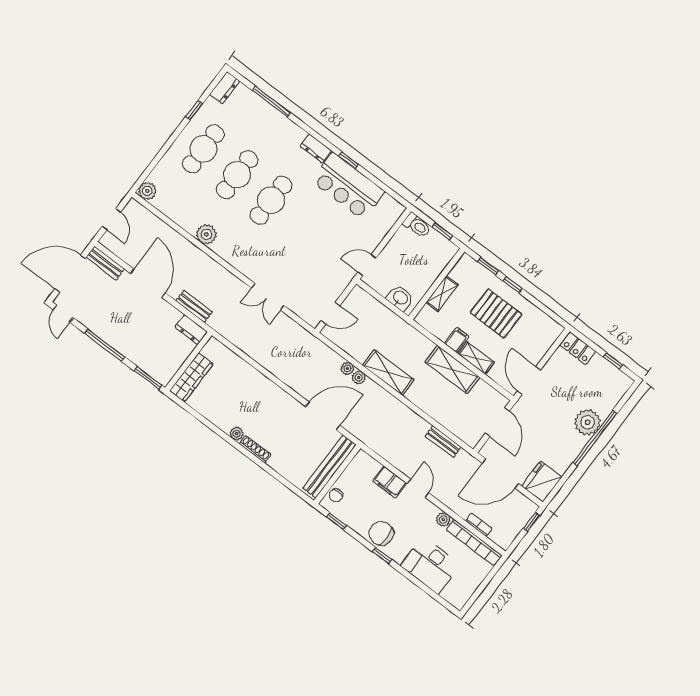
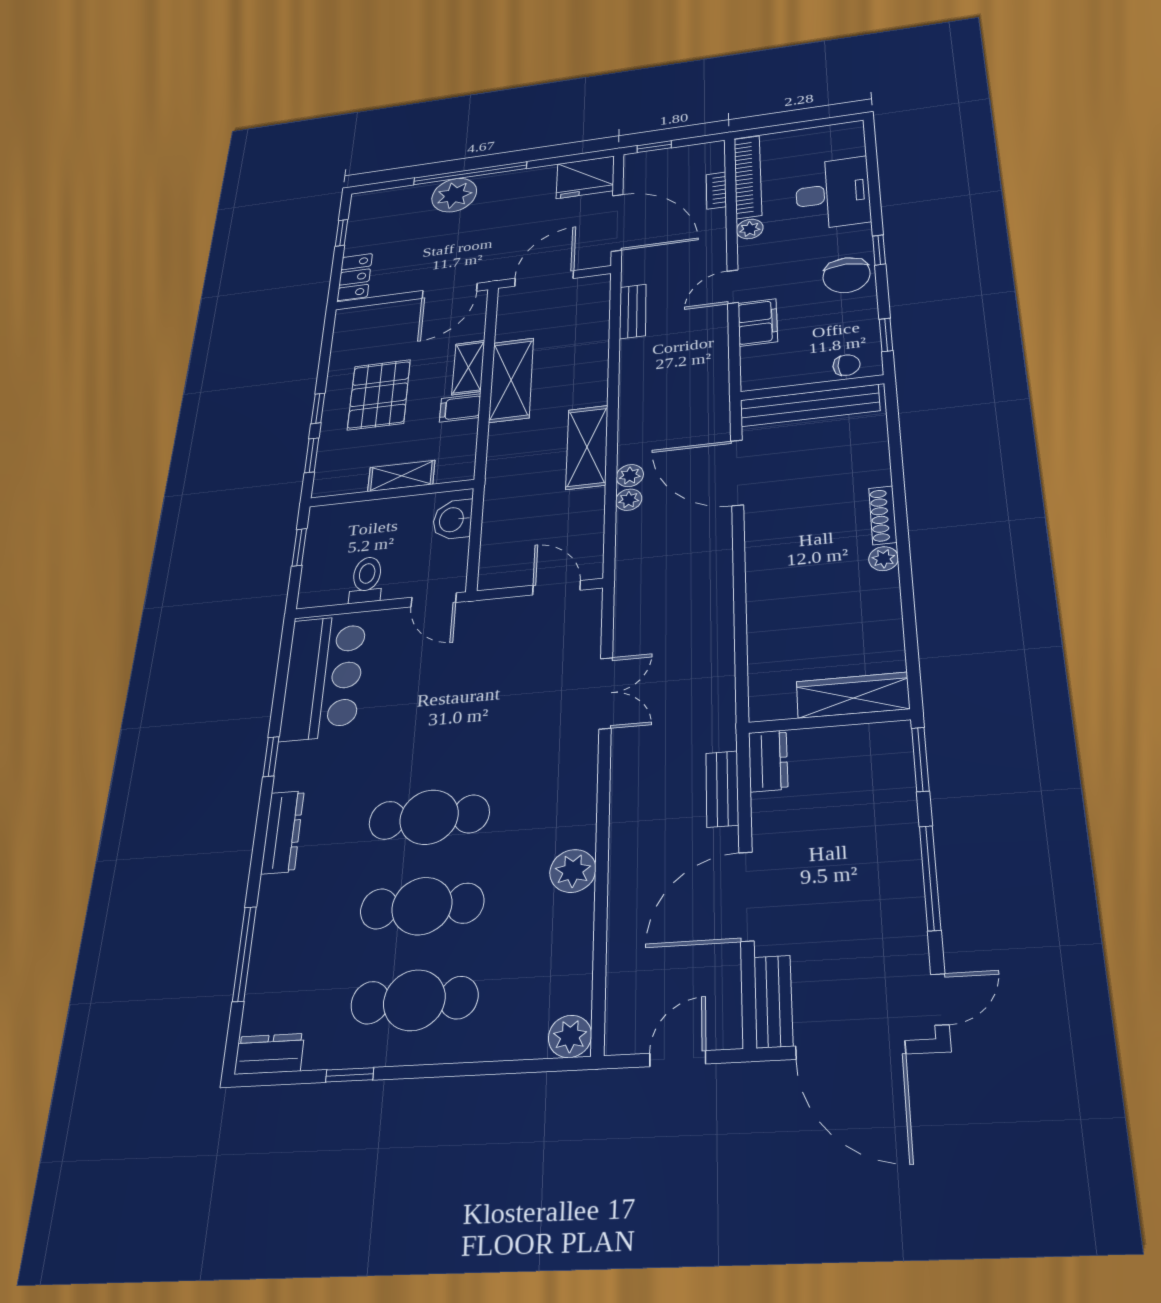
dresser: (316, 148) -> (283, 832), width x1.44
bar counter: (348, 186) -> (323, 677), moved
toilet: (417, 225) -> (366, 580), moved

